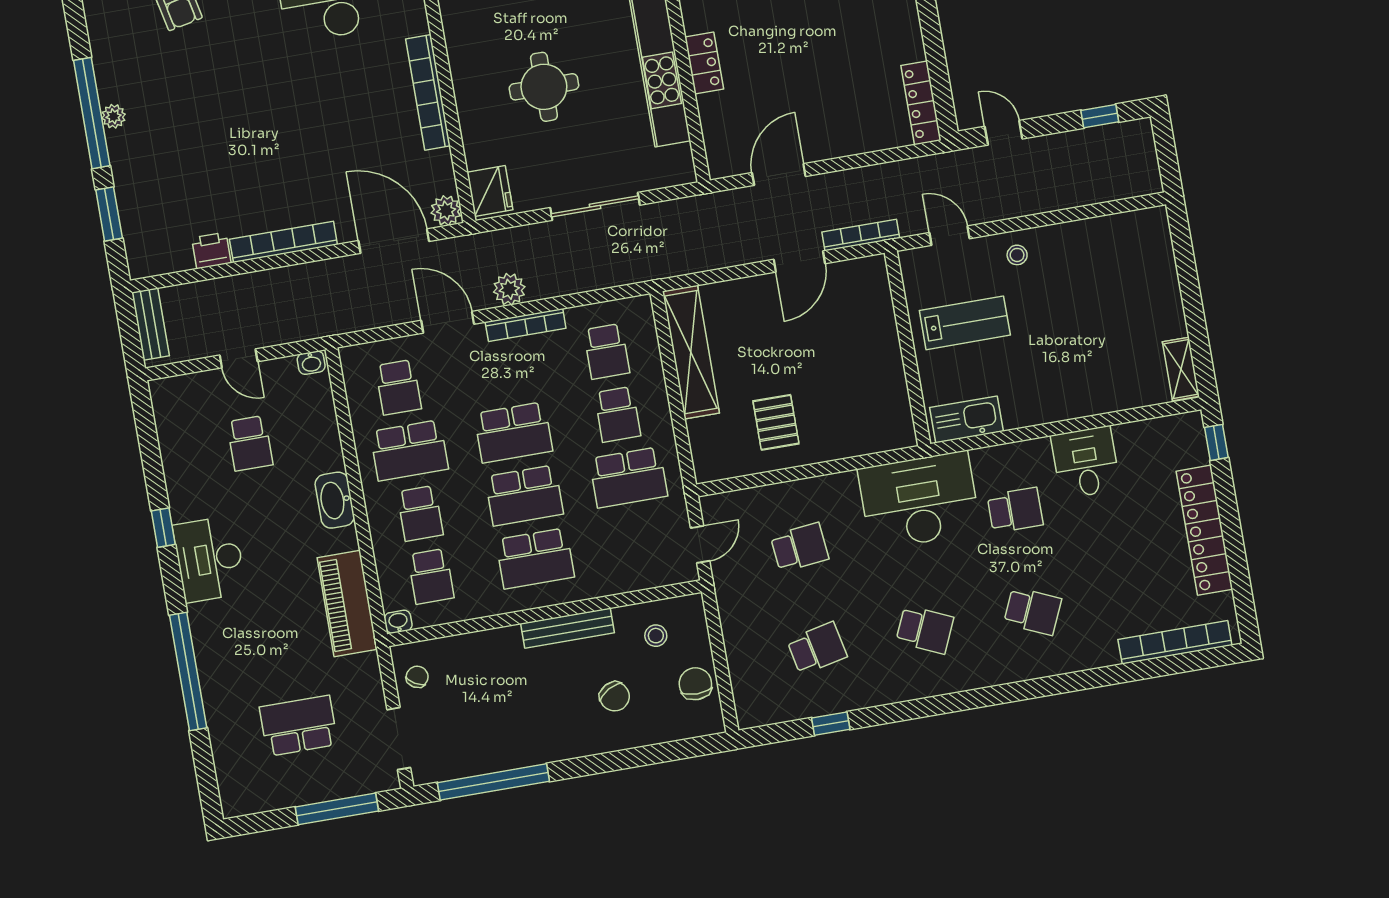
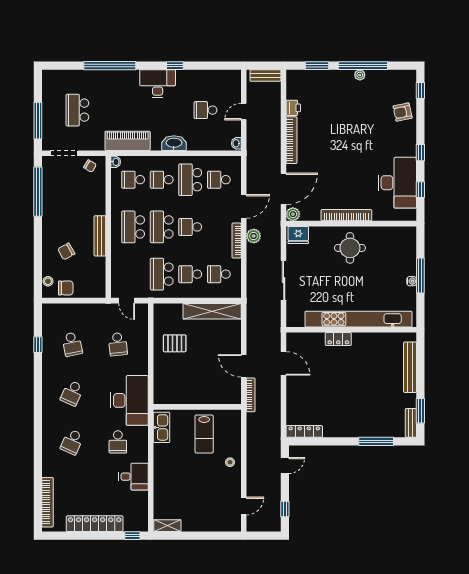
round table: (544, 87) -> (350, 248), moved
door: (949, 236) -> (244, 506), moved
school desk: (513, 432) -> (190, 227), width x0.54
stool: (656, 636) -> (48, 281), moved
school desk: (299, 726) -> (77, 110), turned 180

